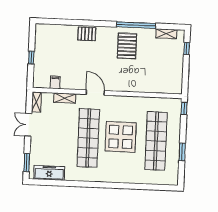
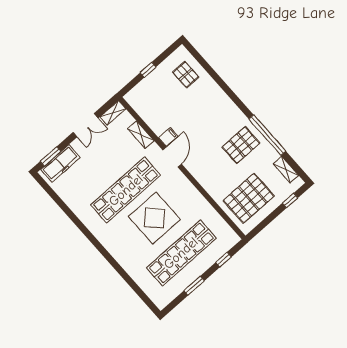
pallet: (87, 34) -> (186, 75), moved
pallet: (162, 71) -> (249, 198), added
filing cabinet: (55, 82) -> (168, 137), moved
window: (184, 108) -> (223, 260), moved
double door: (28, 125) -> (86, 125), swing flipped
freezer: (49, 173) -> (60, 163), moved, turned 90

